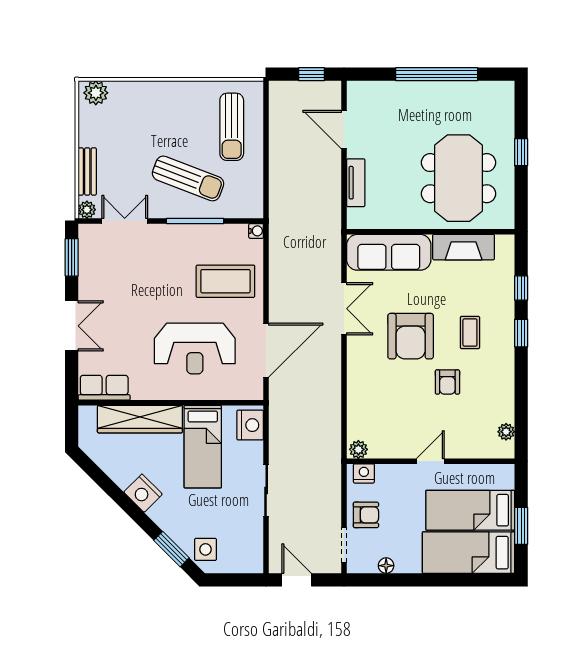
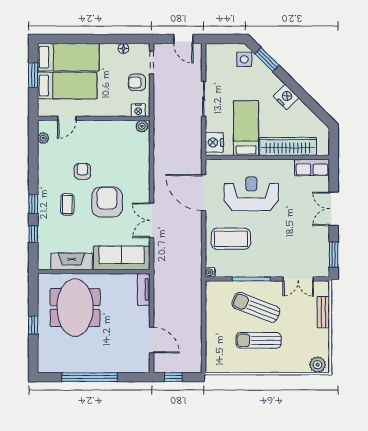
sun lounger: (232, 127) -> (259, 340), moved, turned -90
tv unit: (356, 183) -> (144, 289), moved
plant: (87, 210) -> (323, 287), removed
door: (266, 350) -> (204, 193), hinge flipped
door: (430, 461) -> (67, 118), moved

